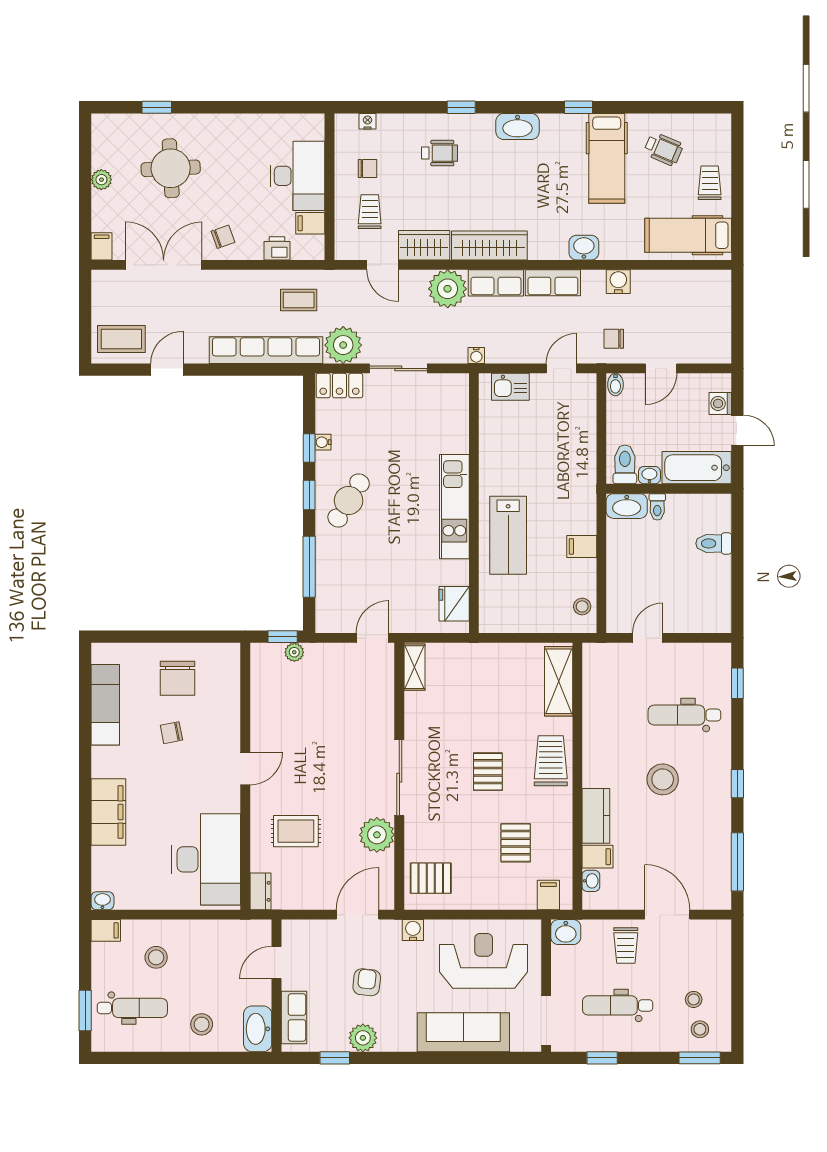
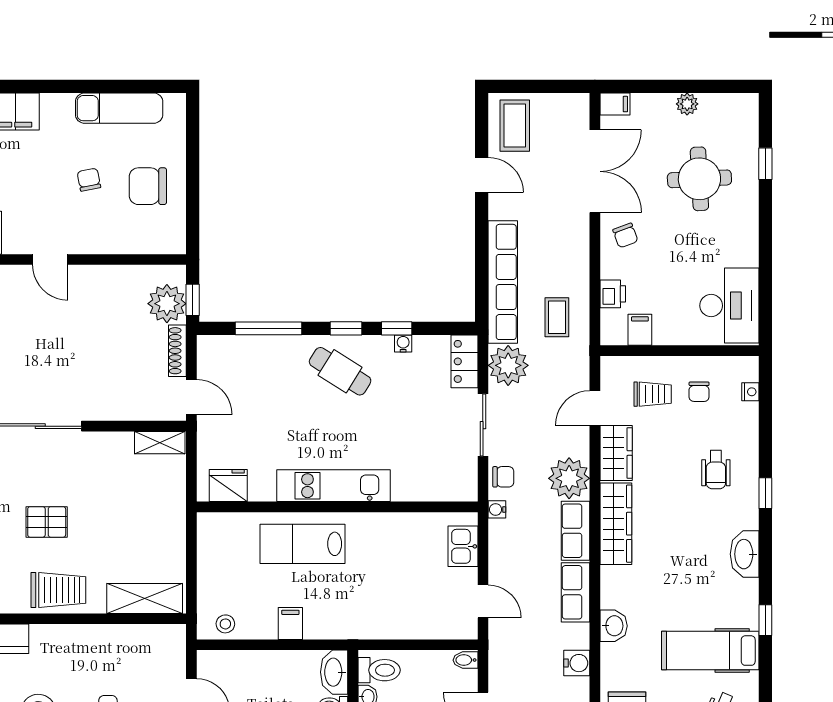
desk: (297, 176) -> (729, 306), moved, turned -90
chair: (614, 339) -> (503, 477), moved, turned 90
shoe rack: (330, 651) -> (177, 351), added
plant: (294, 652) -> (167, 304), width x1.88, depth x1.88

